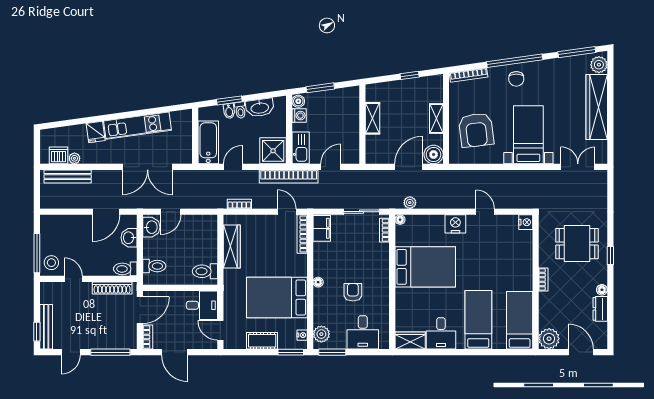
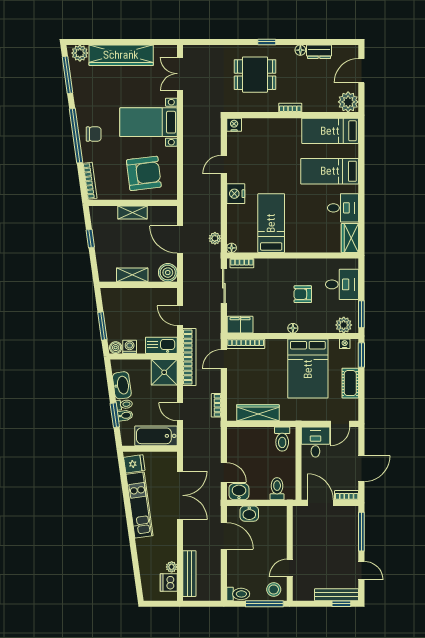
fridge: (96, 132) -> (134, 464), moved
boiler: (434, 155) -> (168, 273), moved
dining table: (577, 244) -> (255, 75), turned 90
bed: (425, 267) -> (271, 223), width x0.67
toilet: (125, 269) -> (238, 594), moved, turned -90
shoe rack: (112, 288) -> (299, 530), removed

